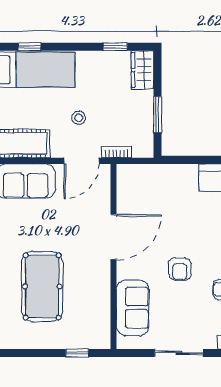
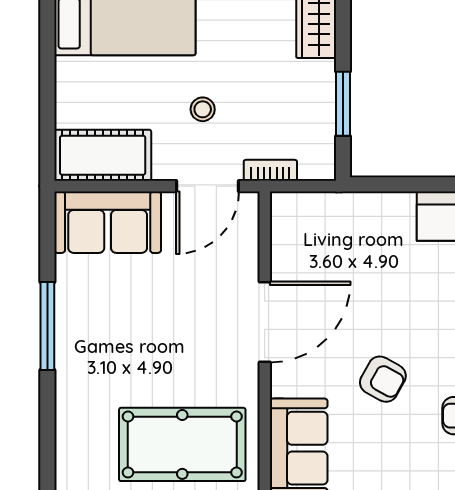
armchair: (180, 269) -> (383, 379), turned -61
pool table: (42, 286) -> (182, 444), moved, turned 90

